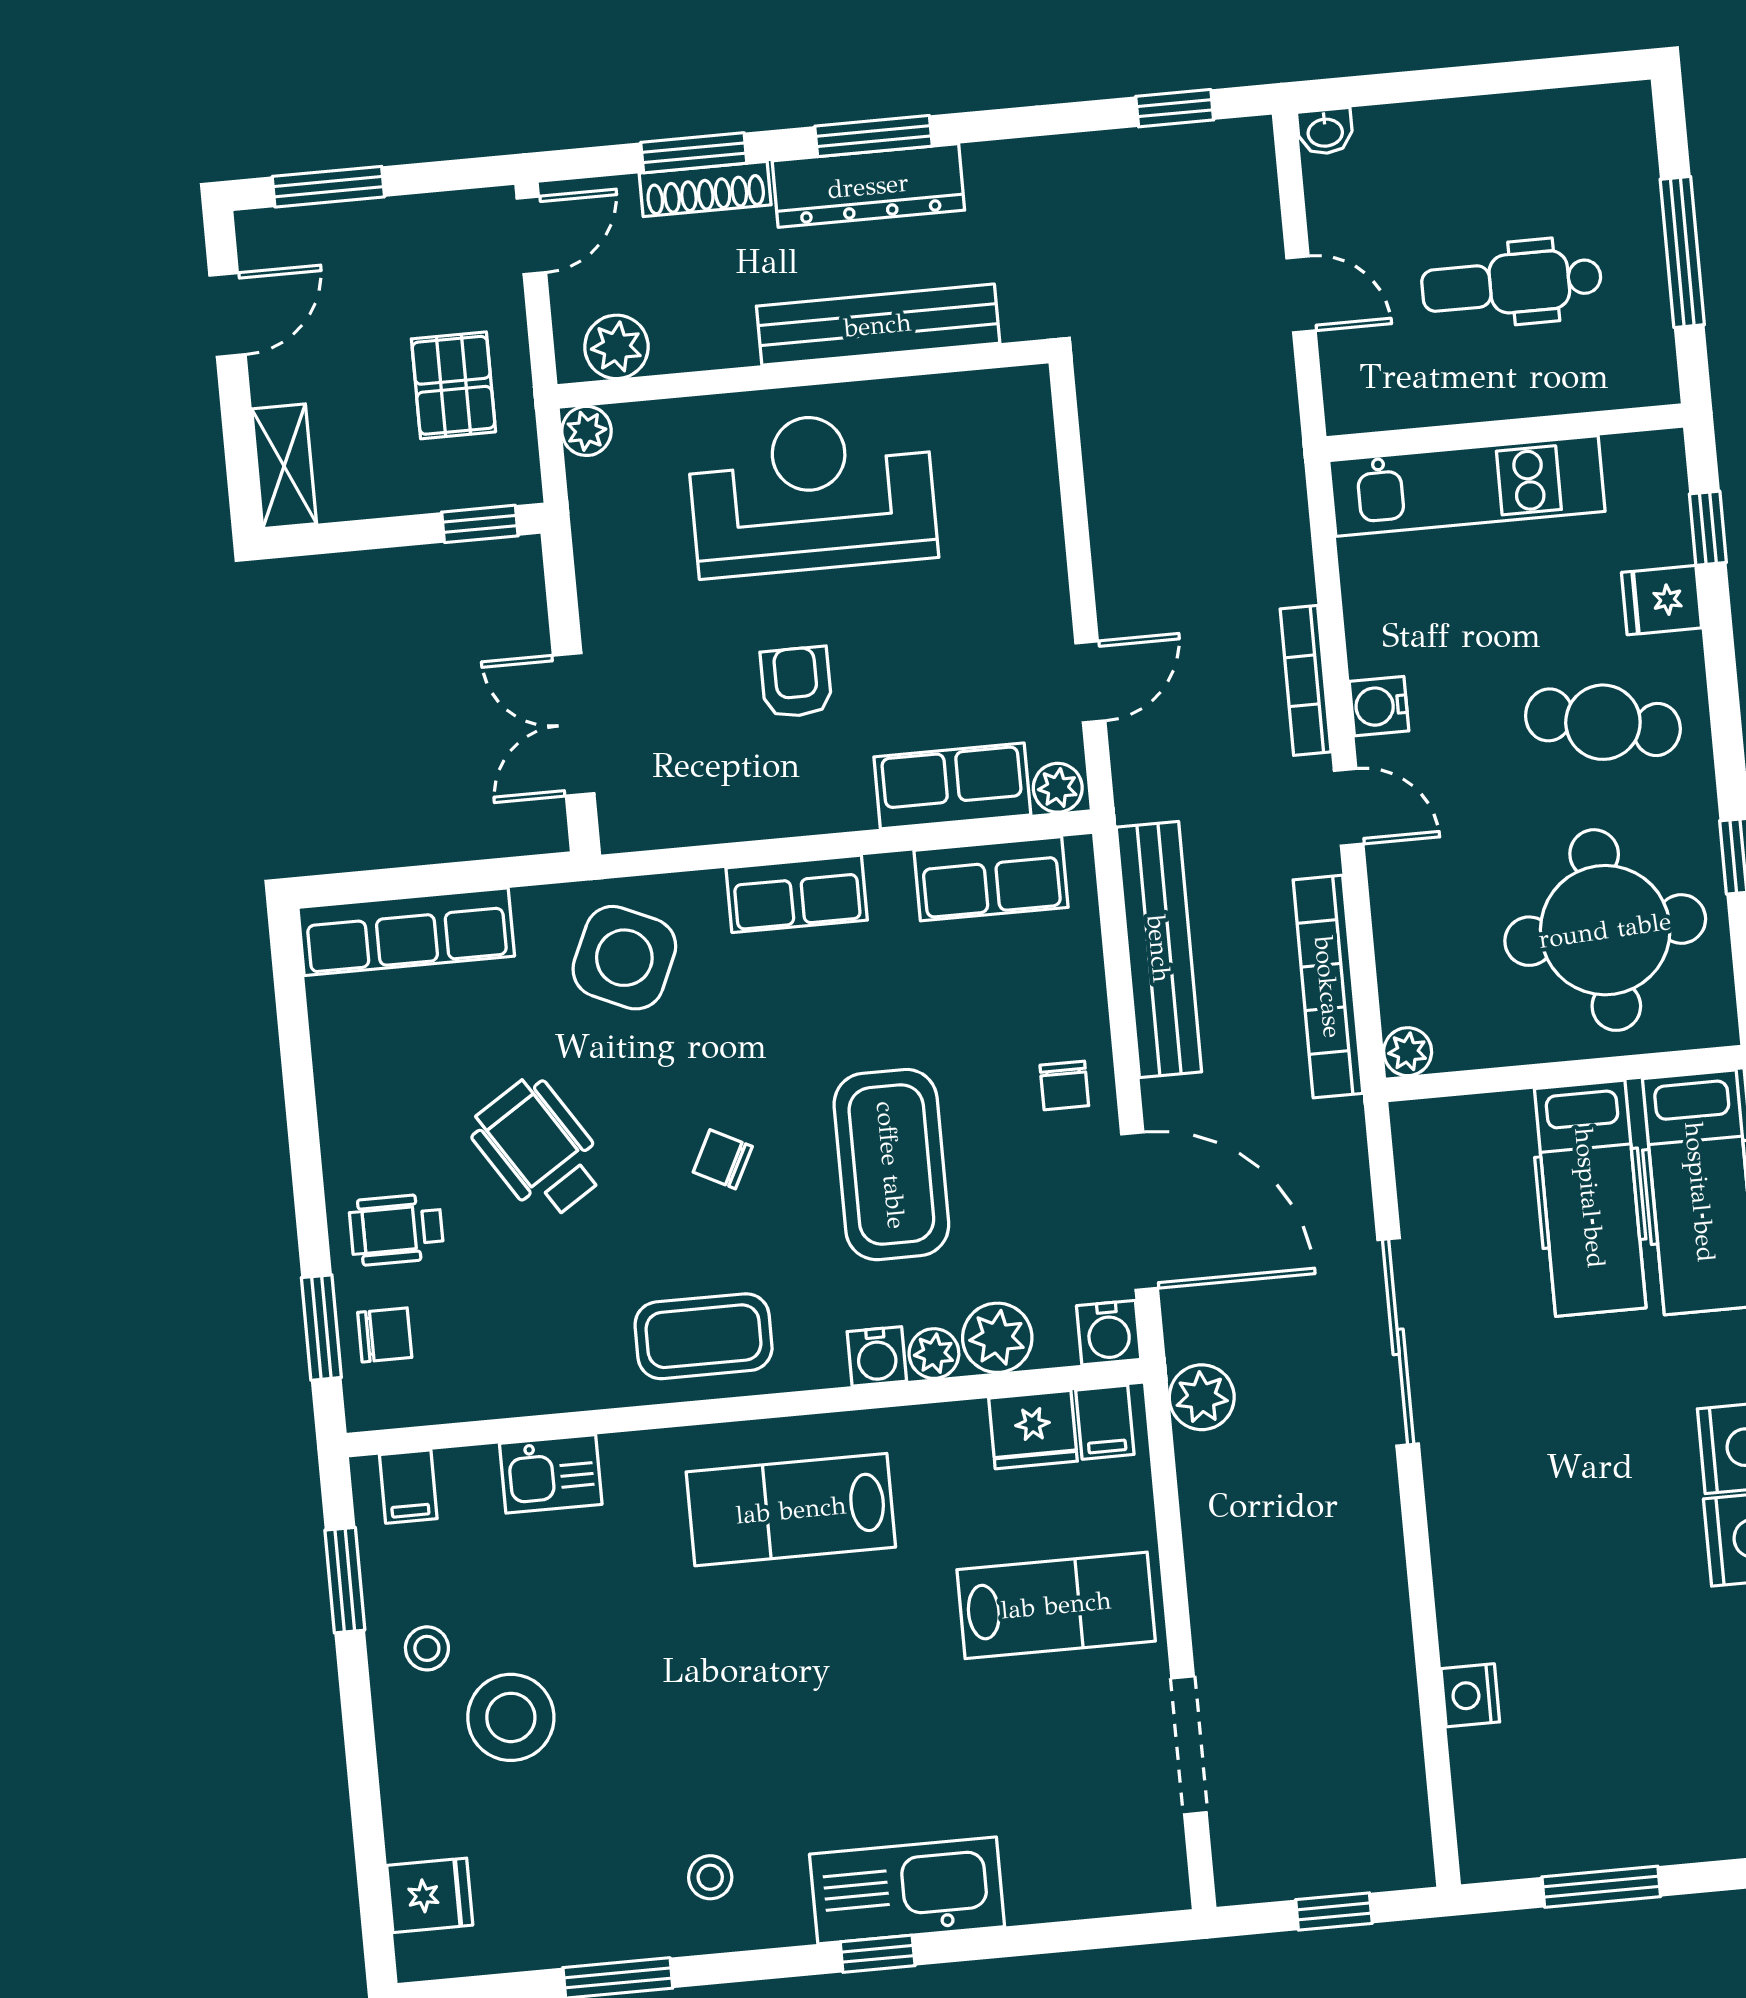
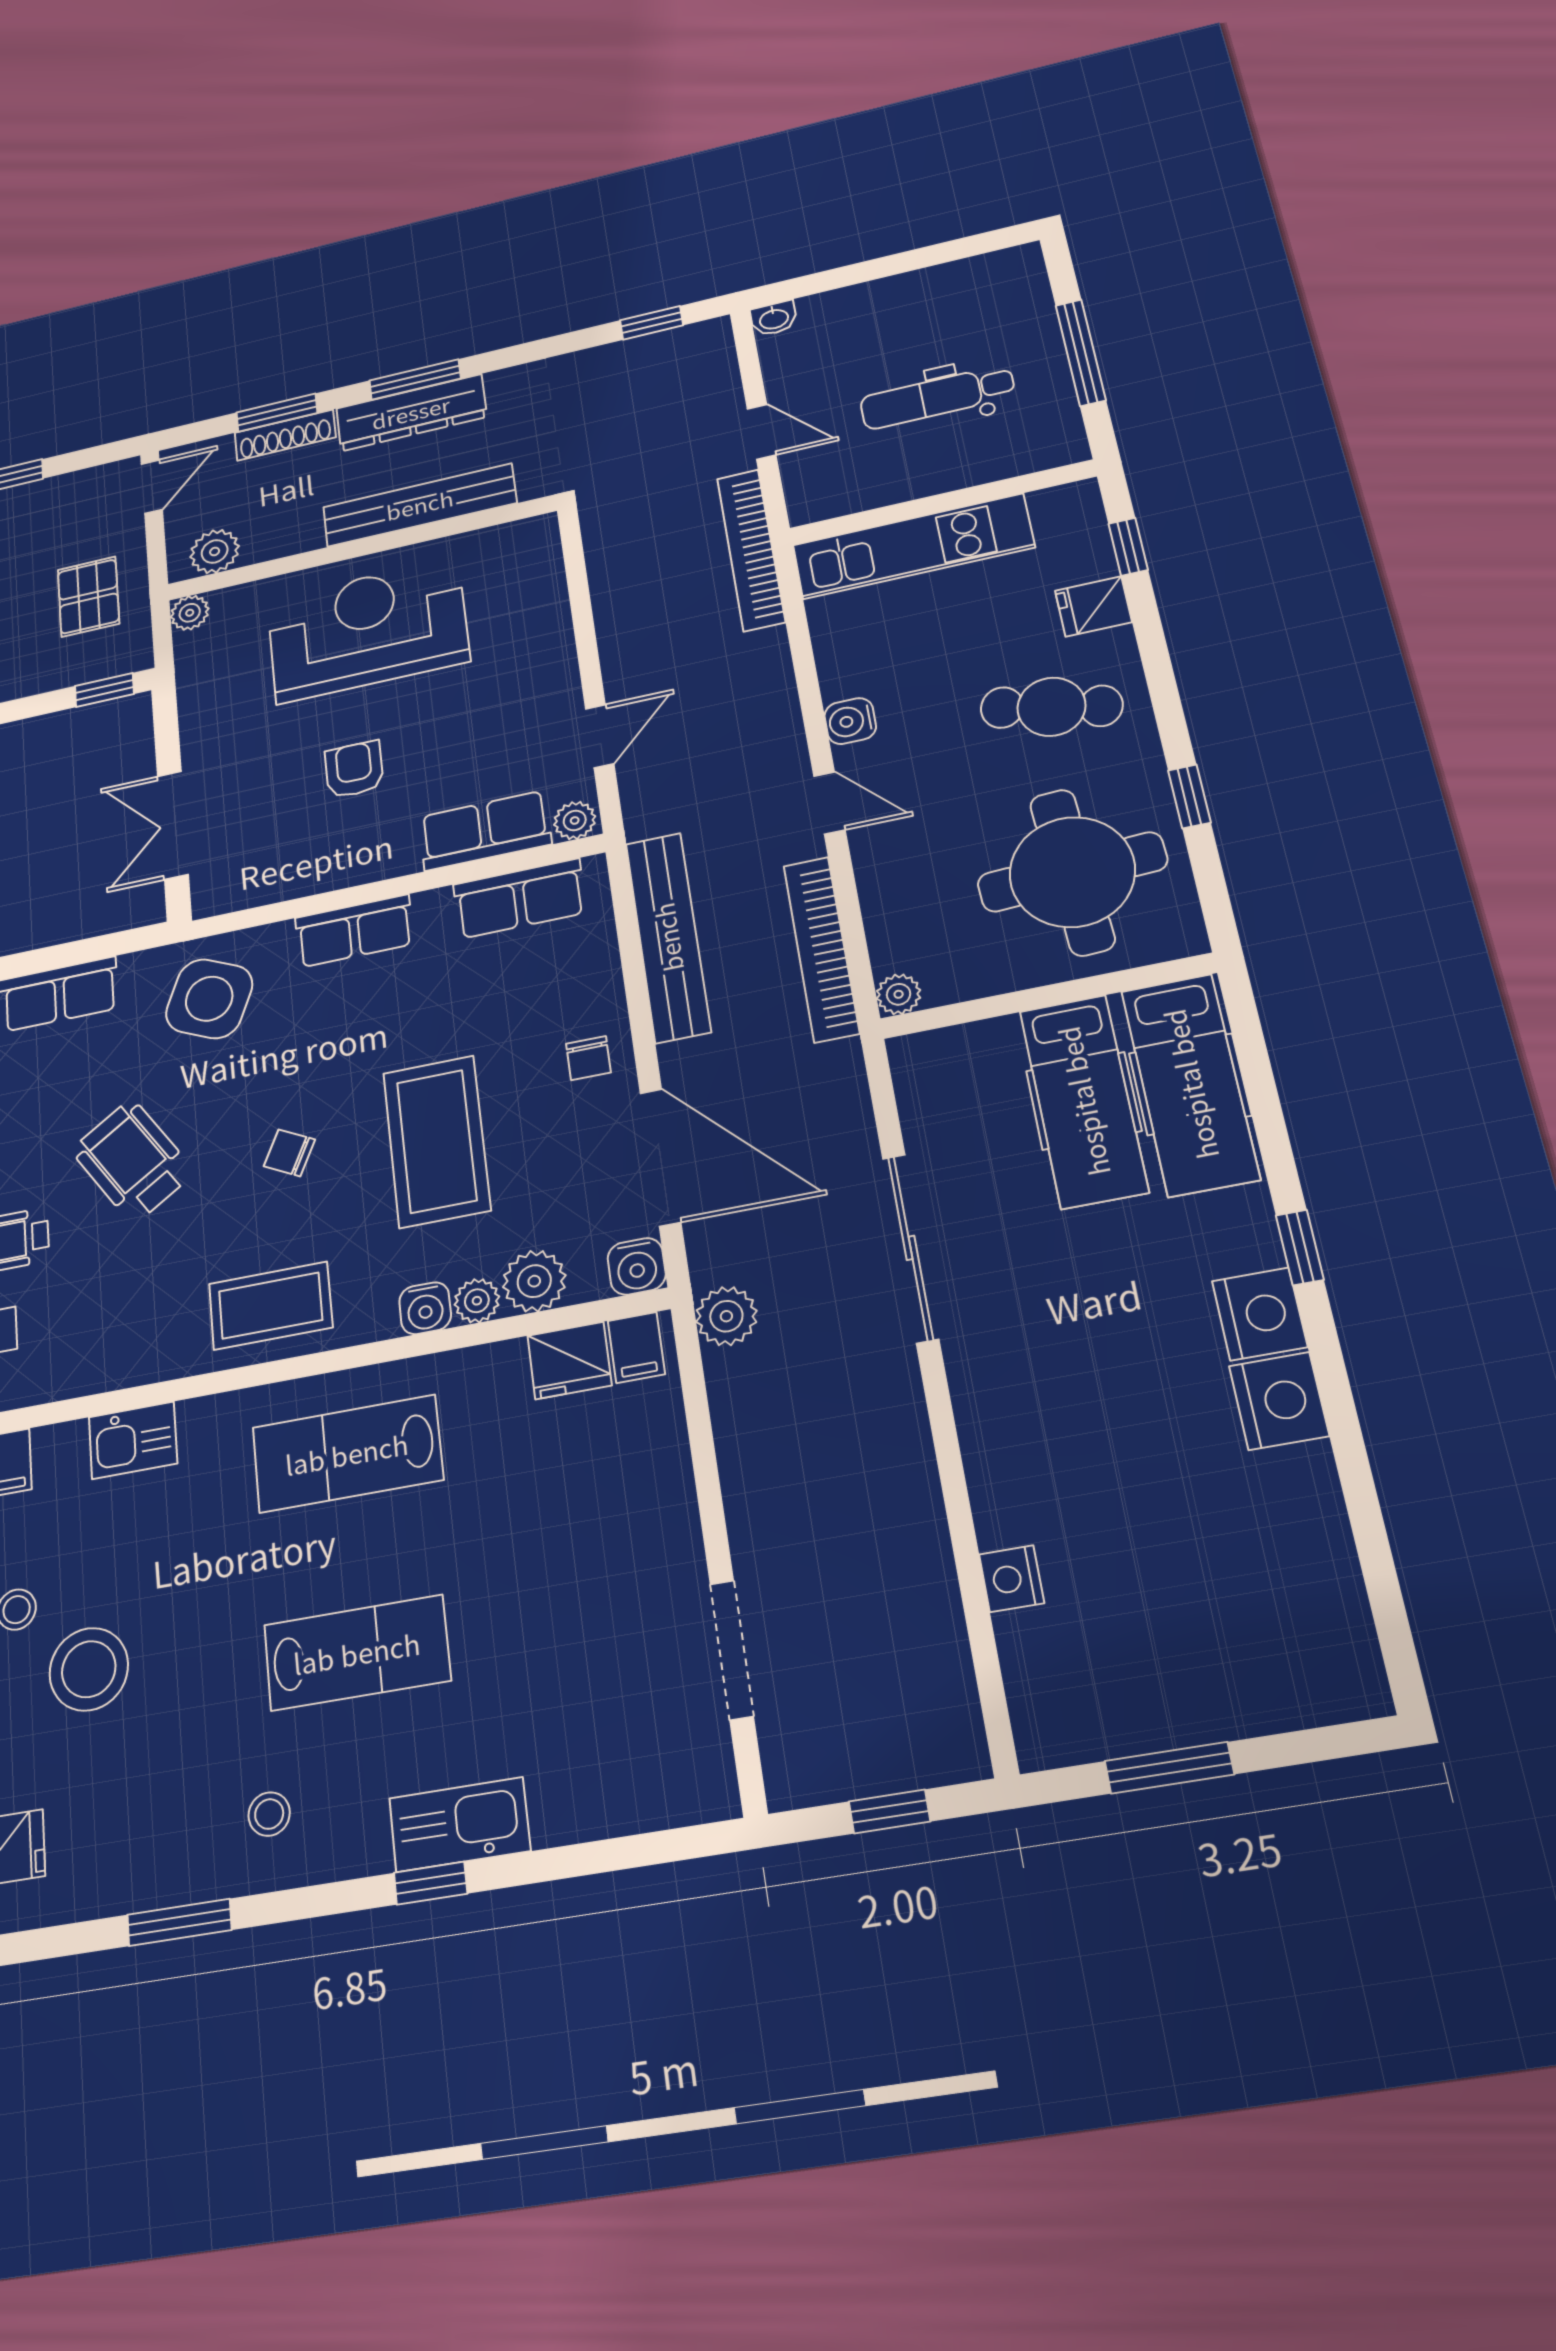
bookcase: (1306, 680) -> (751, 550), moved, width x1.48, depth x1.31
lab bench: (1056, 1605) -> (357, 1653), moved
kitchen sink: (907, 1890) -> (460, 1825), width x0.73, depth x0.81

